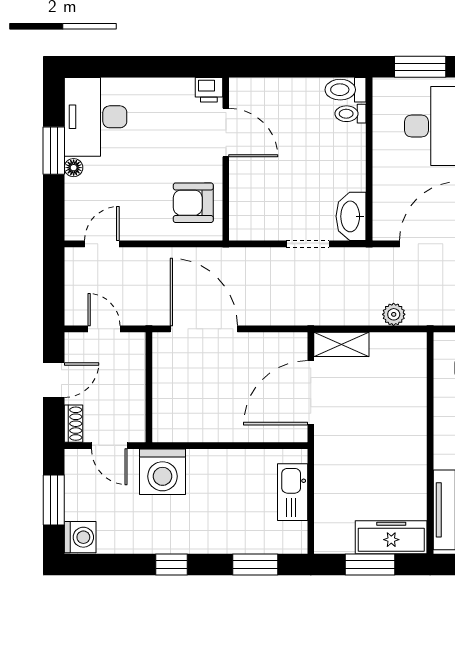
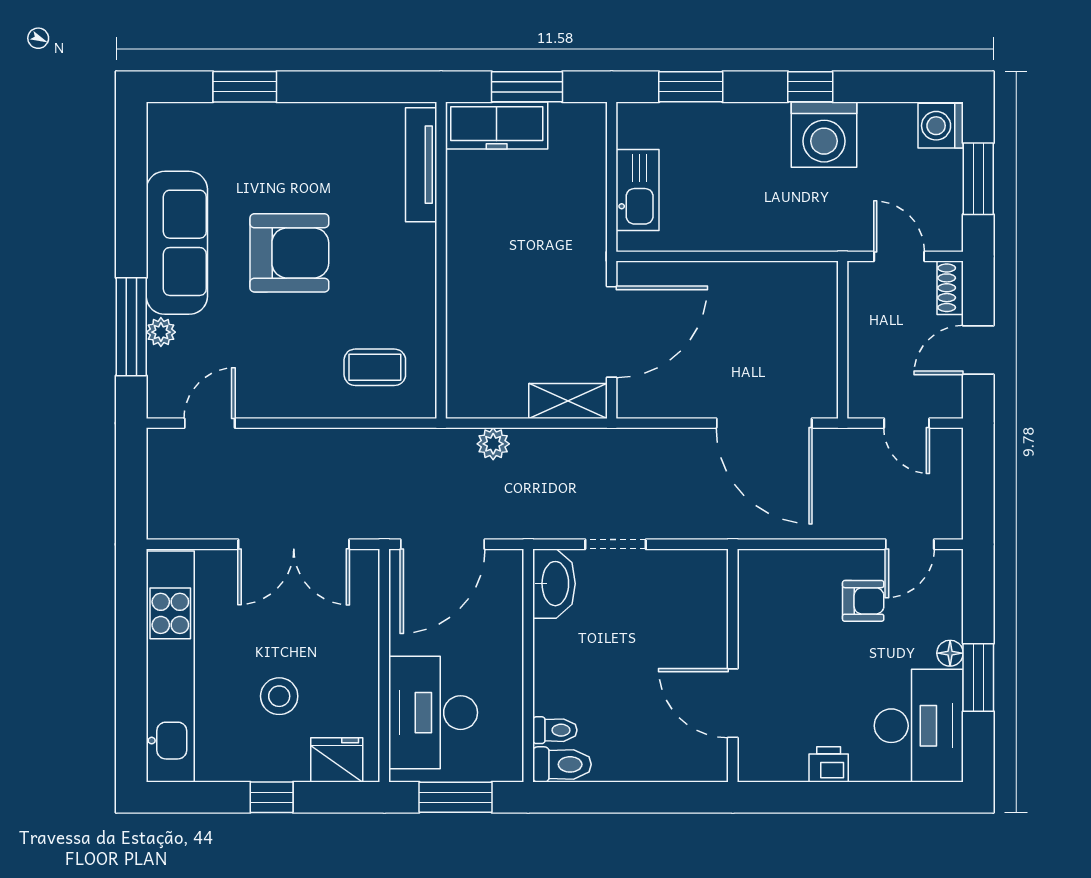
printer: (209, 90) -> (829, 764), moved
armchair: (193, 203) -> (863, 601), moved, width x0.72, depth x0.72
washing machine: (162, 472) -> (824, 135), moved, turned 180

